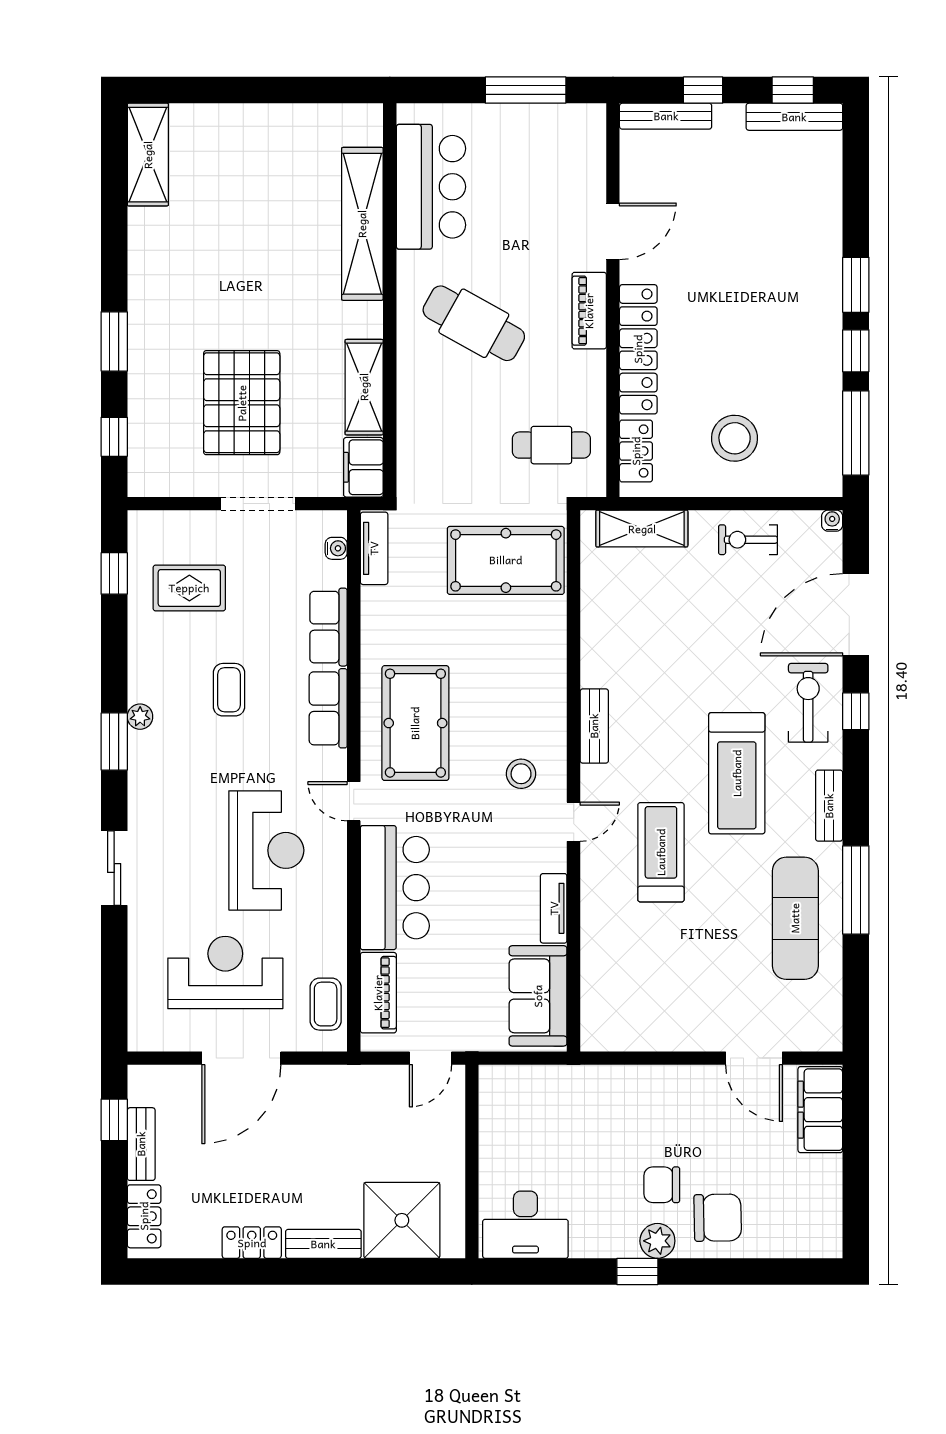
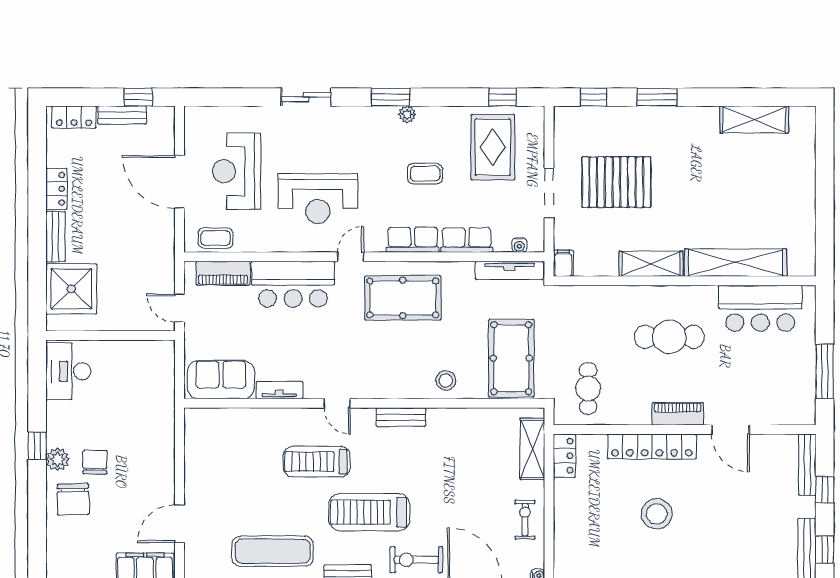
shelving: (148, 155) -> (754, 120), moved
cafe table: (474, 323) -> (669, 337), turned 61
shelving: (364, 387) -> (651, 264), moved
stool: (735, 438) -> (657, 514), moved
locker: (636, 451) -> (564, 456), moved, turned -90
filing cabinet: (363, 467) -> (563, 263), width x0.50
tv unit: (374, 548) -> (509, 270), width x1.41
rug: (189, 588) -> (493, 147), width x1.36, depth x1.43
exercise bike: (808, 703) -> (416, 560), turned 180
stool: (521, 774) -> (446, 380), moved
treadmill: (661, 852) -> (317, 462), turned 180
reception desk: (225, 972) -> (236, 171), turned 180

